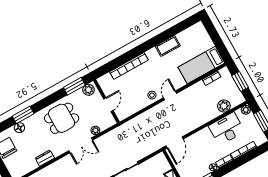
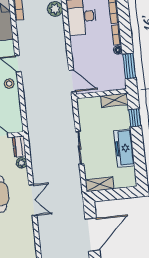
double door: (81, 145) -> (33, 200), moved
dresser: (45, 158) -> (19, 147), moved

